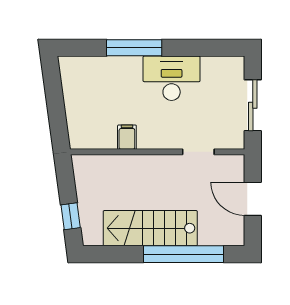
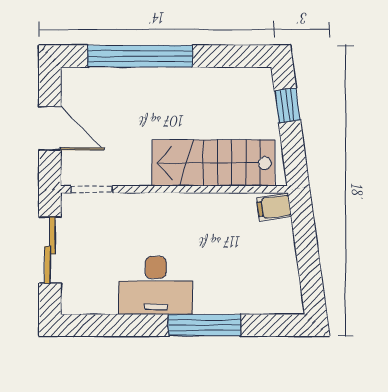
filing cabinet: (127, 137) -> (274, 207), moved, turned 82
doorway: (198, 152) -> (92, 189), moved
stairs: (150, 228) -> (213, 163), moved, turned 180

